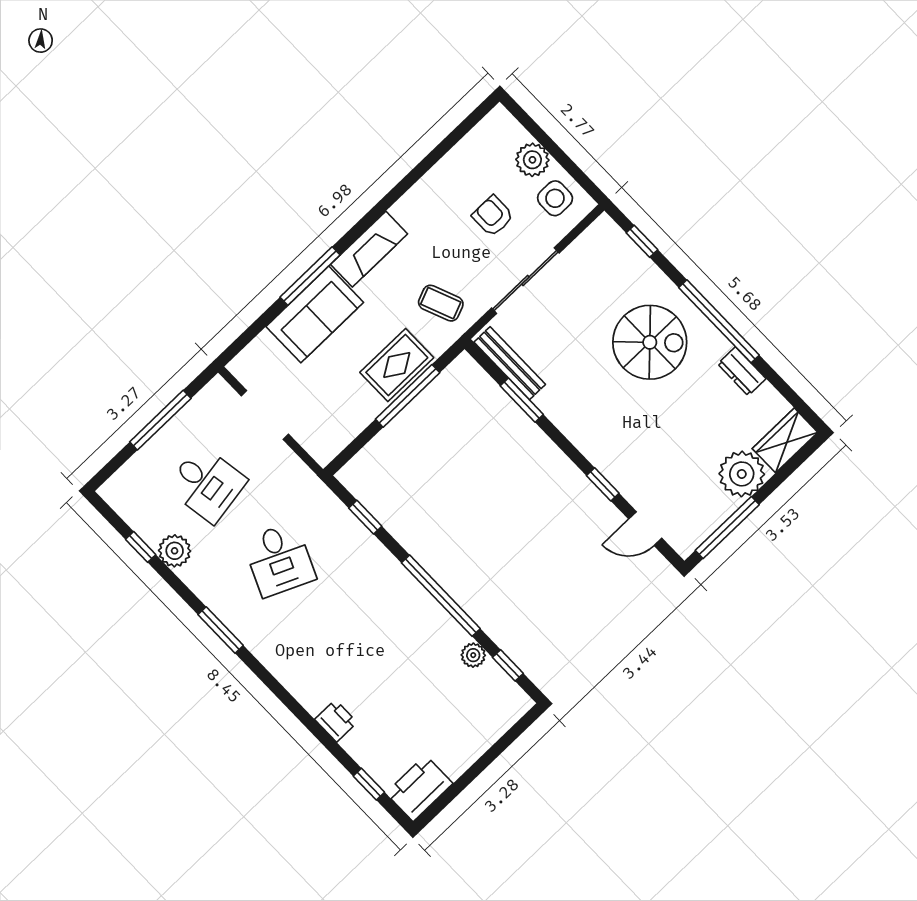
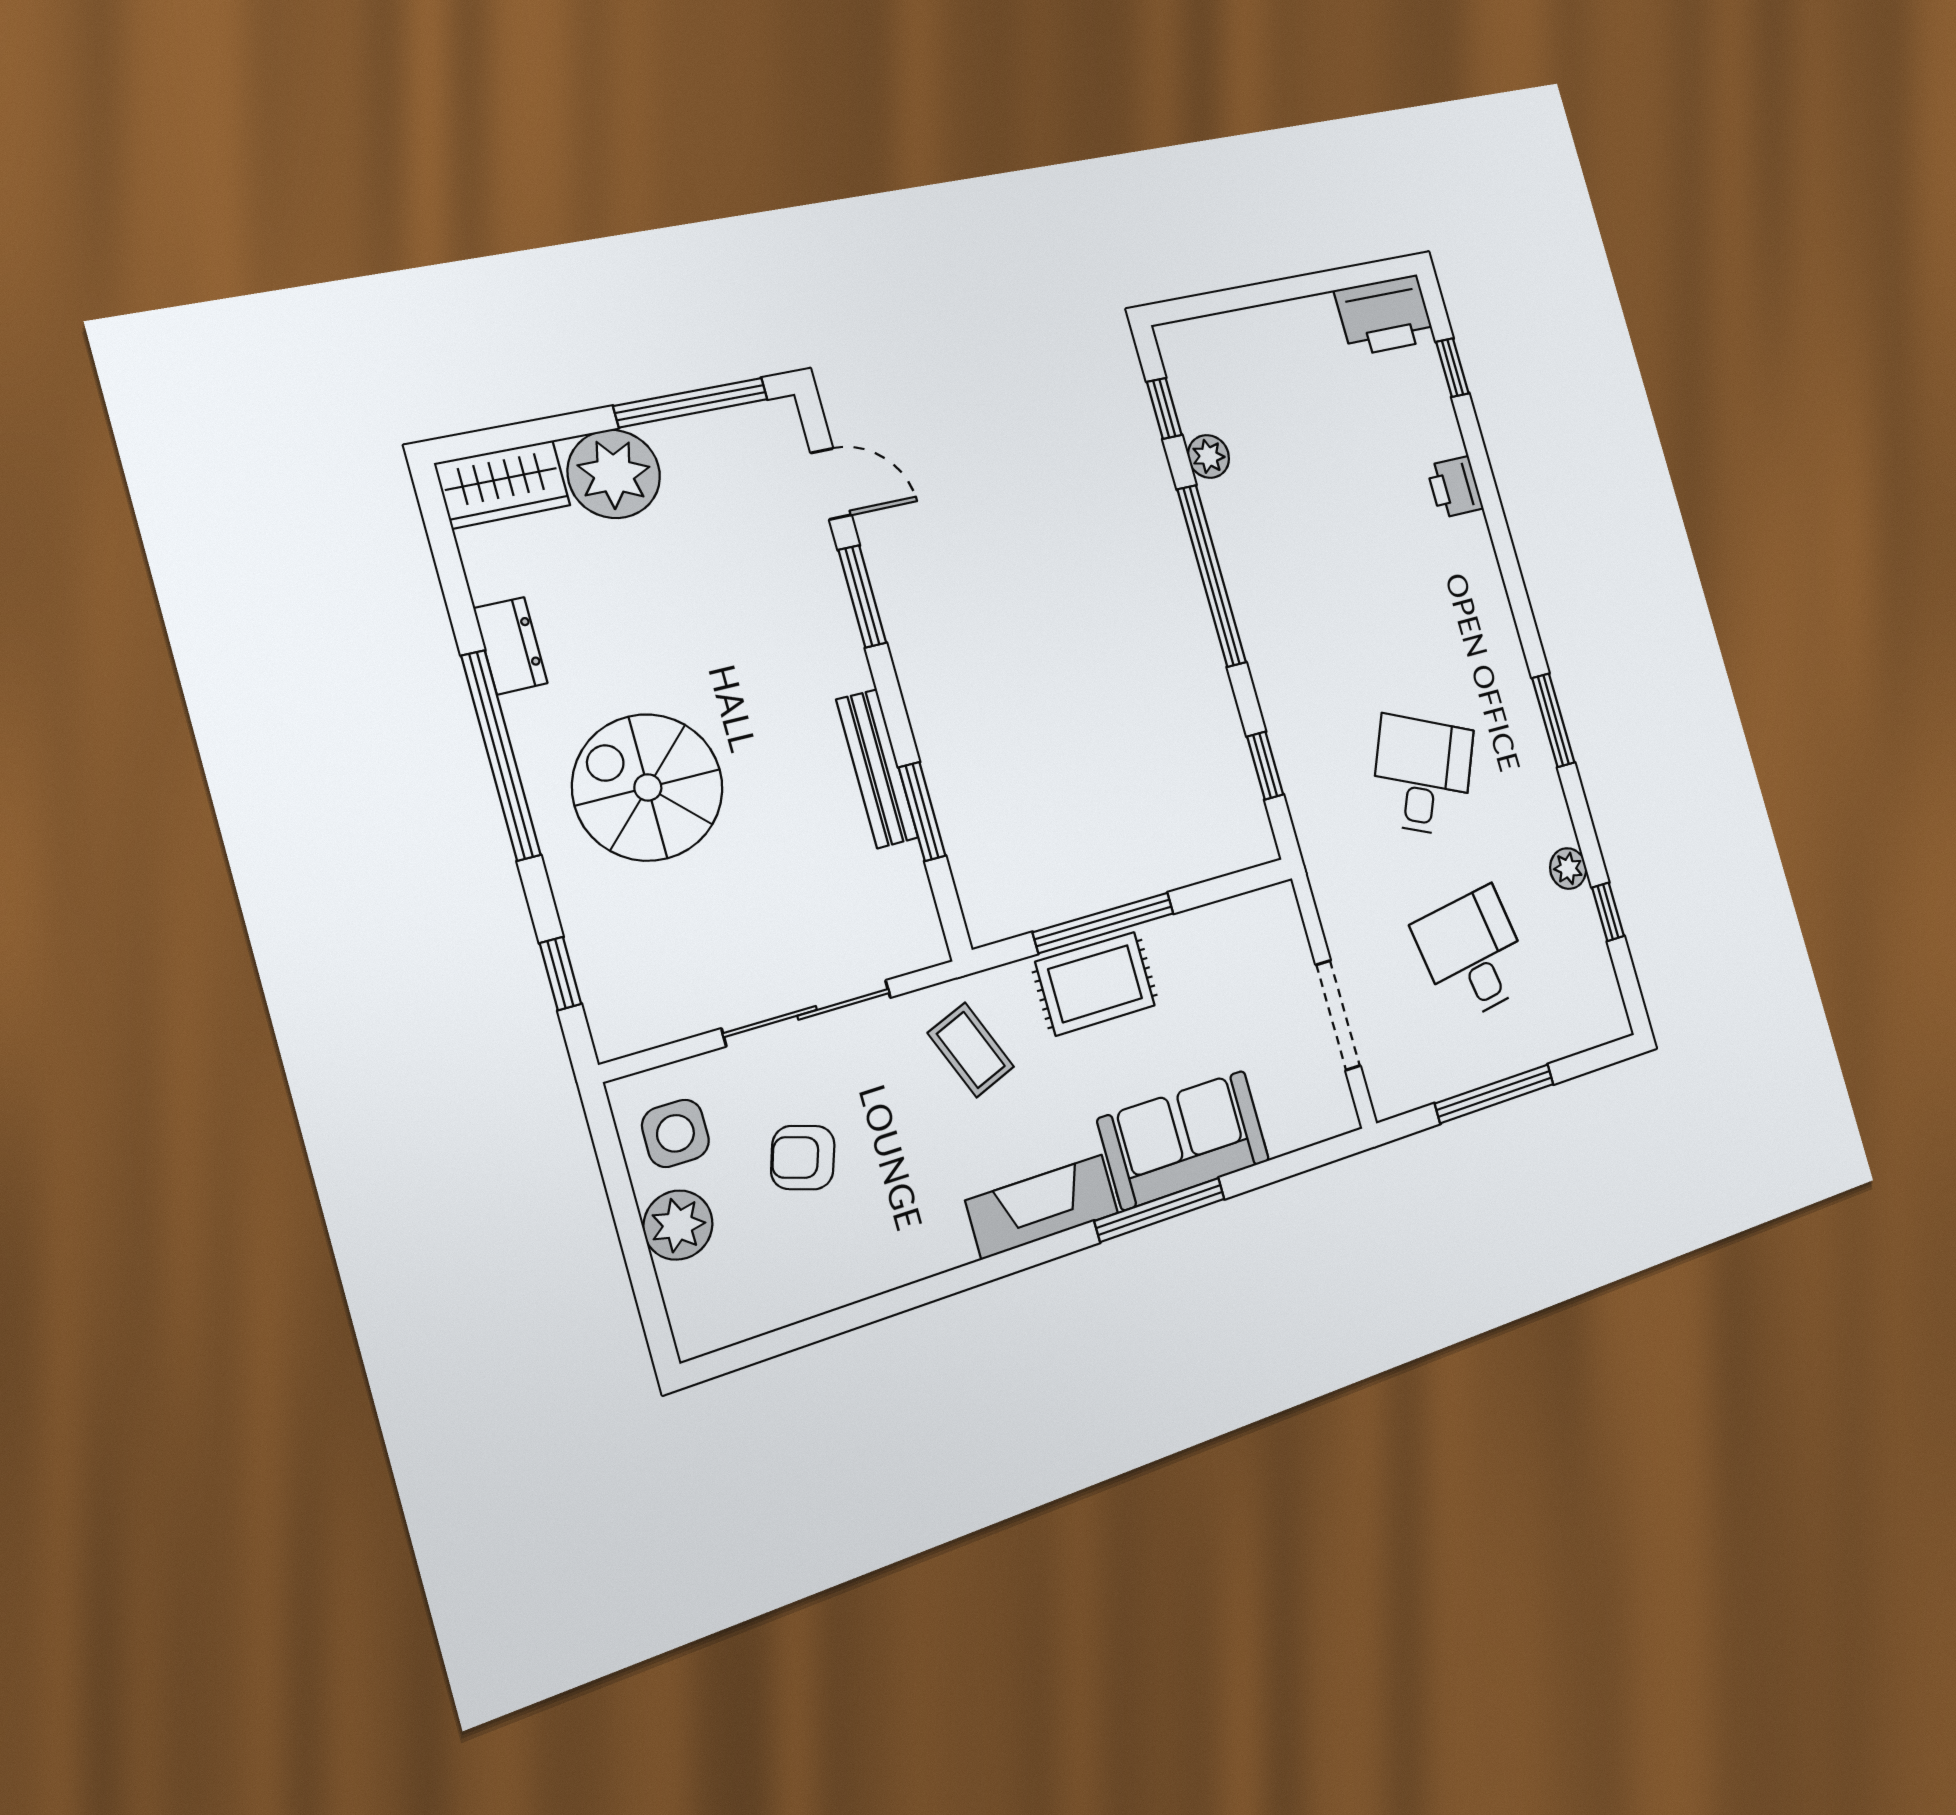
armchair: (493, 216) -> (803, 1158), turned 108
bench: (510, 363) -> (877, 769), moved
window: (603, 484) -> (862, 596), width x1.50
plant: (175, 551) -> (1568, 869), width x0.73, depth x0.73

